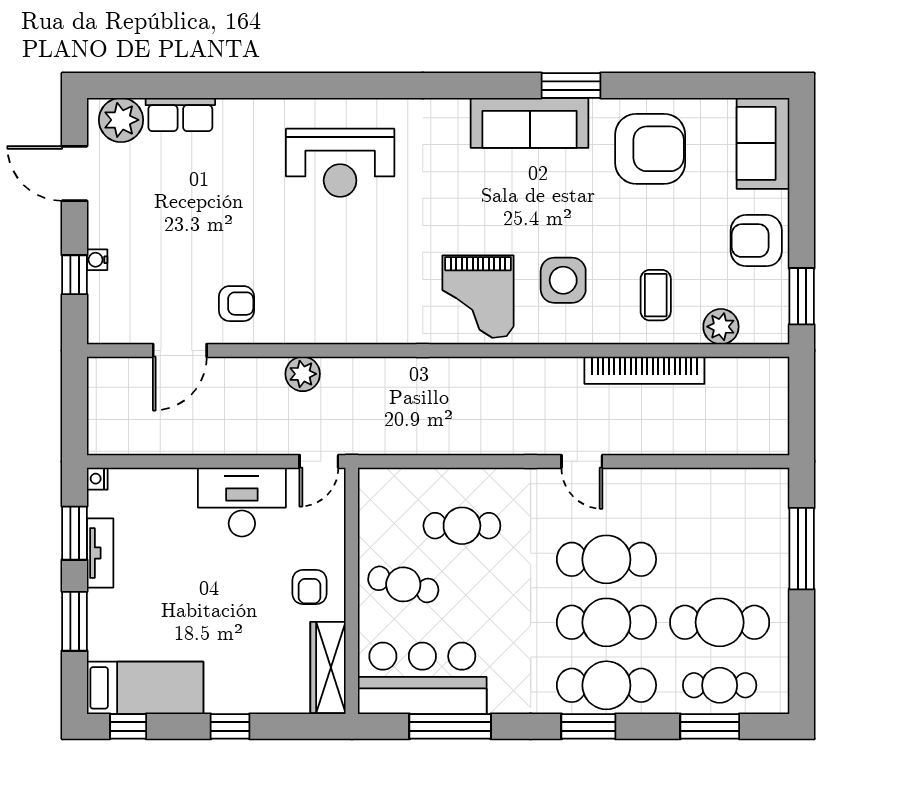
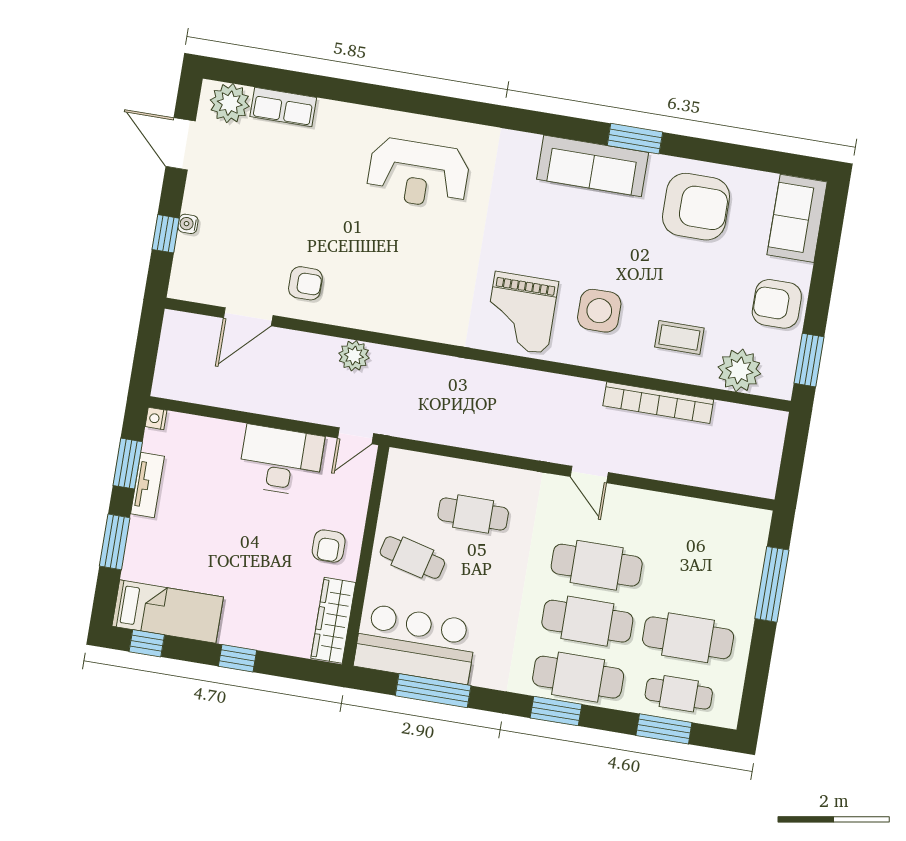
coffee table: (656, 295) -> (679, 337), turned 90
plant: (721, 327) -> (739, 370), width x1.36, depth x1.36

